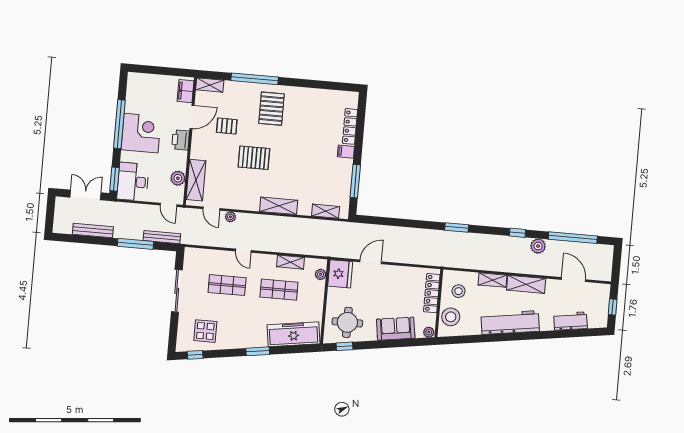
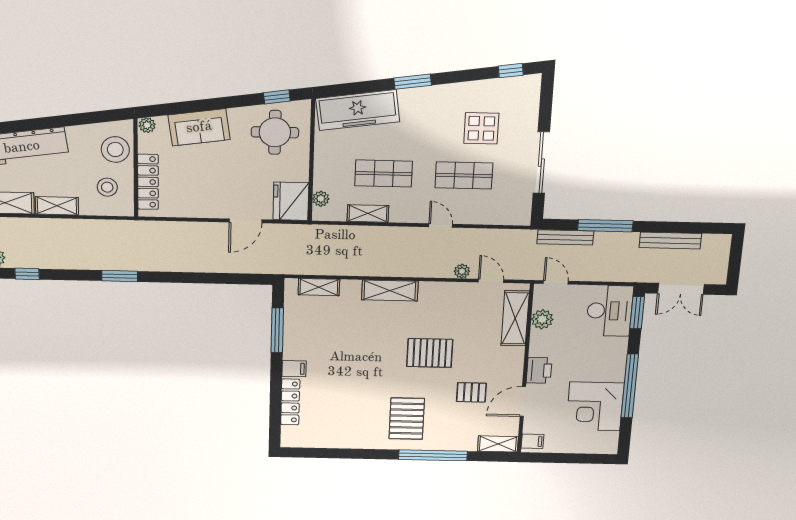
filing cabinet: (186, 91) -> (532, 441), width x0.50
corner desk: (141, 133) -> (595, 406), moved
display table: (205, 331) -> (481, 128), moved

